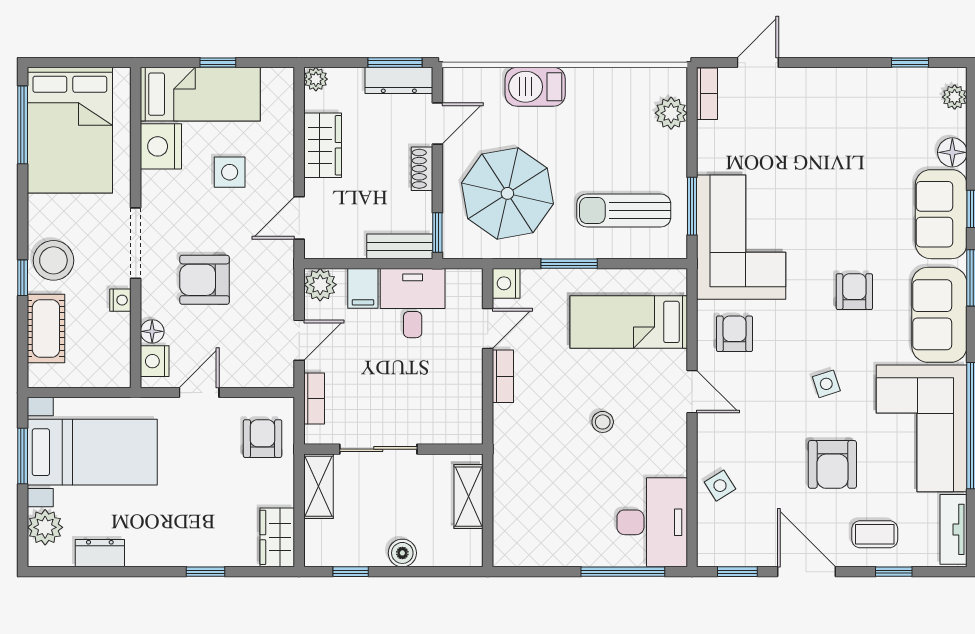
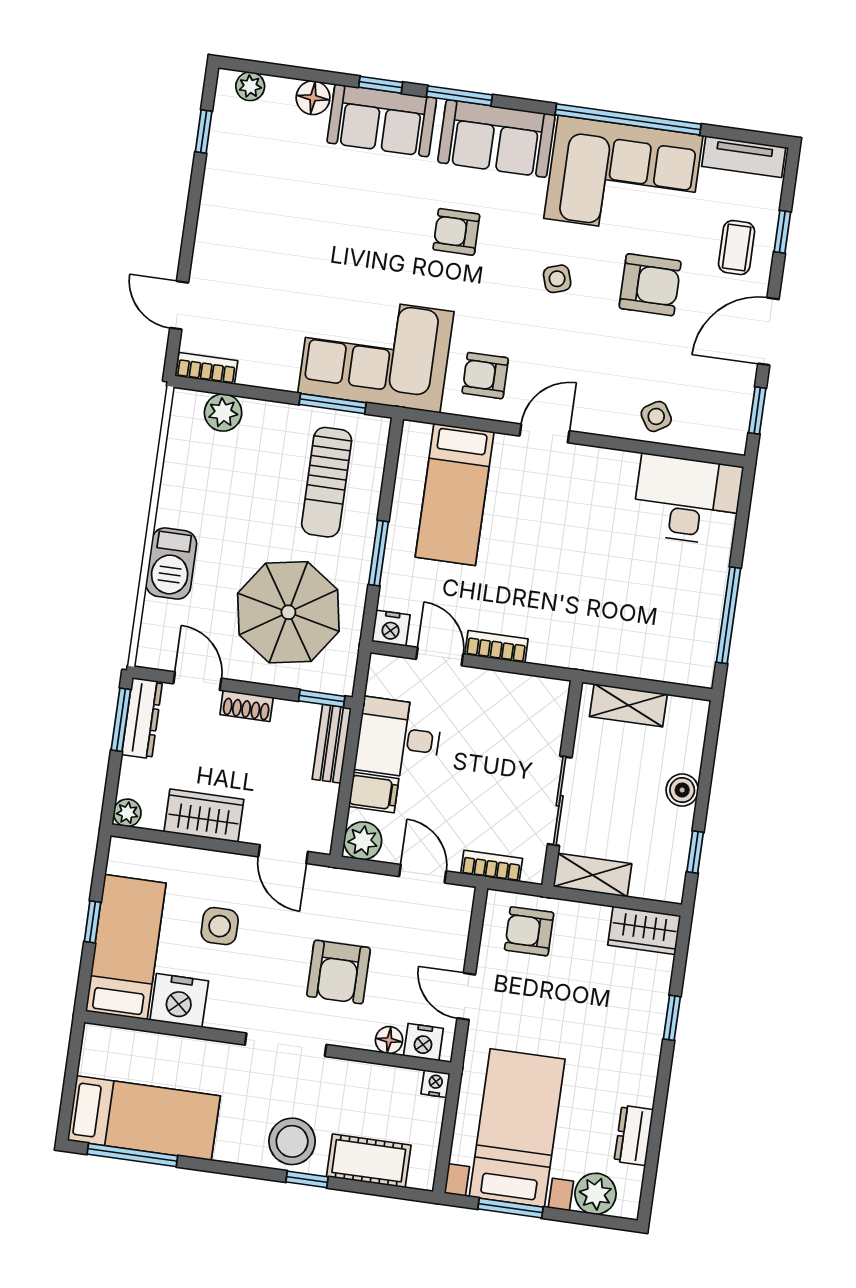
bed: (70, 130) -> (144, 1118), width x0.67
nightstand: (120, 300) -> (435, 1084), moved
stool: (603, 422) -> (565, 540), removed
window: (623, 572) -> (728, 615), moved

